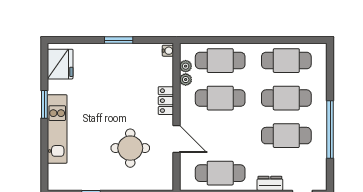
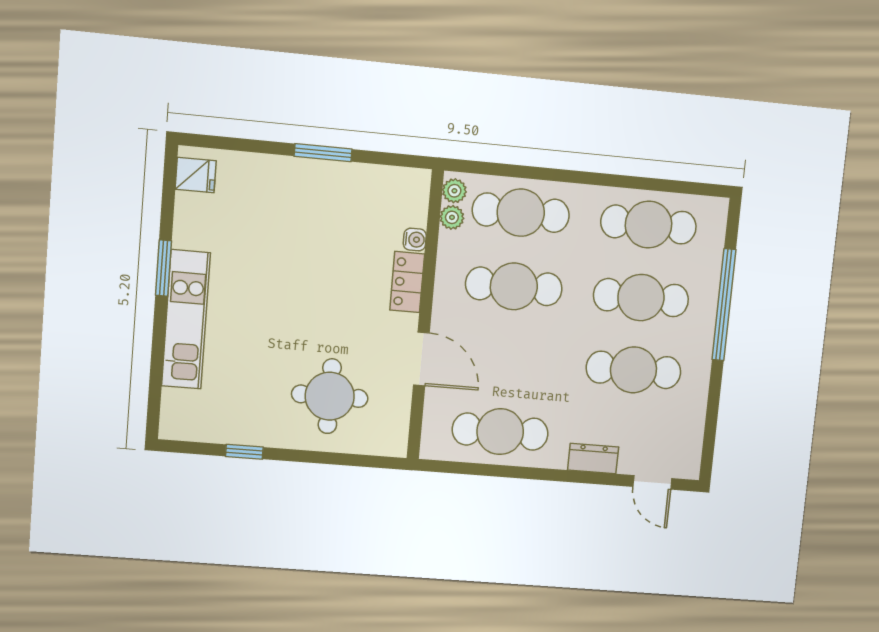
water cooler: (168, 51) -> (415, 240), moved
fridge: (60, 64) -> (196, 175), width x0.53, depth x0.75
plant: (186, 80) -> (454, 191), moved
window: (330, 129) -> (724, 305), moved
round table: (130, 148) -> (330, 396), moved

